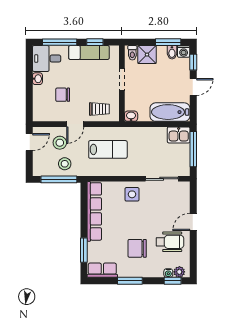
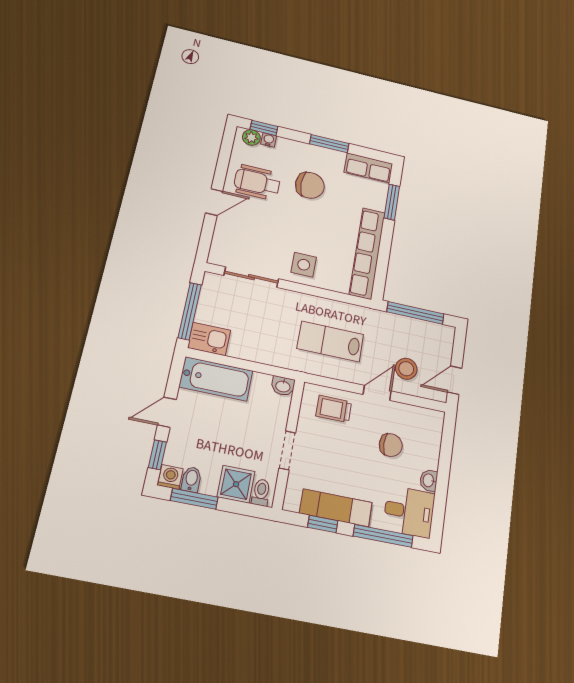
stool: (65, 164) -> (403, 335), removed

